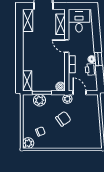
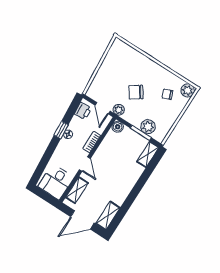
printer: (91, 69) -> (83, 111), moved

